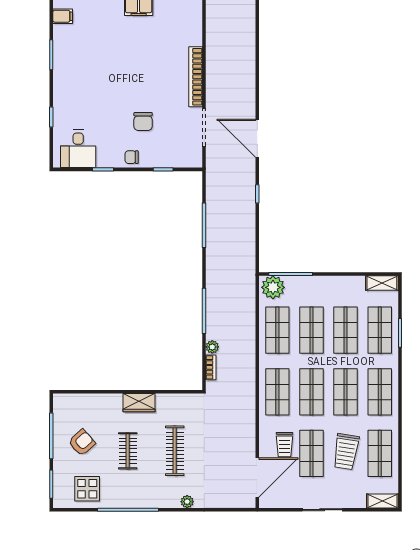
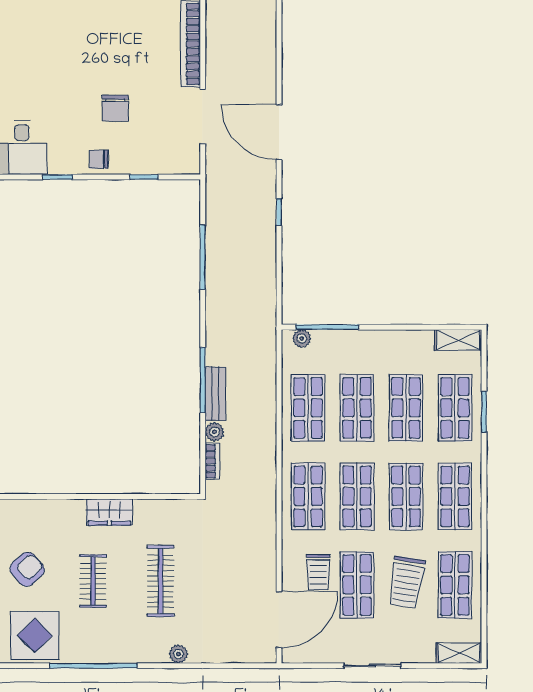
plant: (273, 287) -> (302, 338), width x0.53, depth x0.53
bench: (213, 320) -> (215, 394), added
display table: (87, 489) -> (35, 636), width x1.36, depth x1.36

